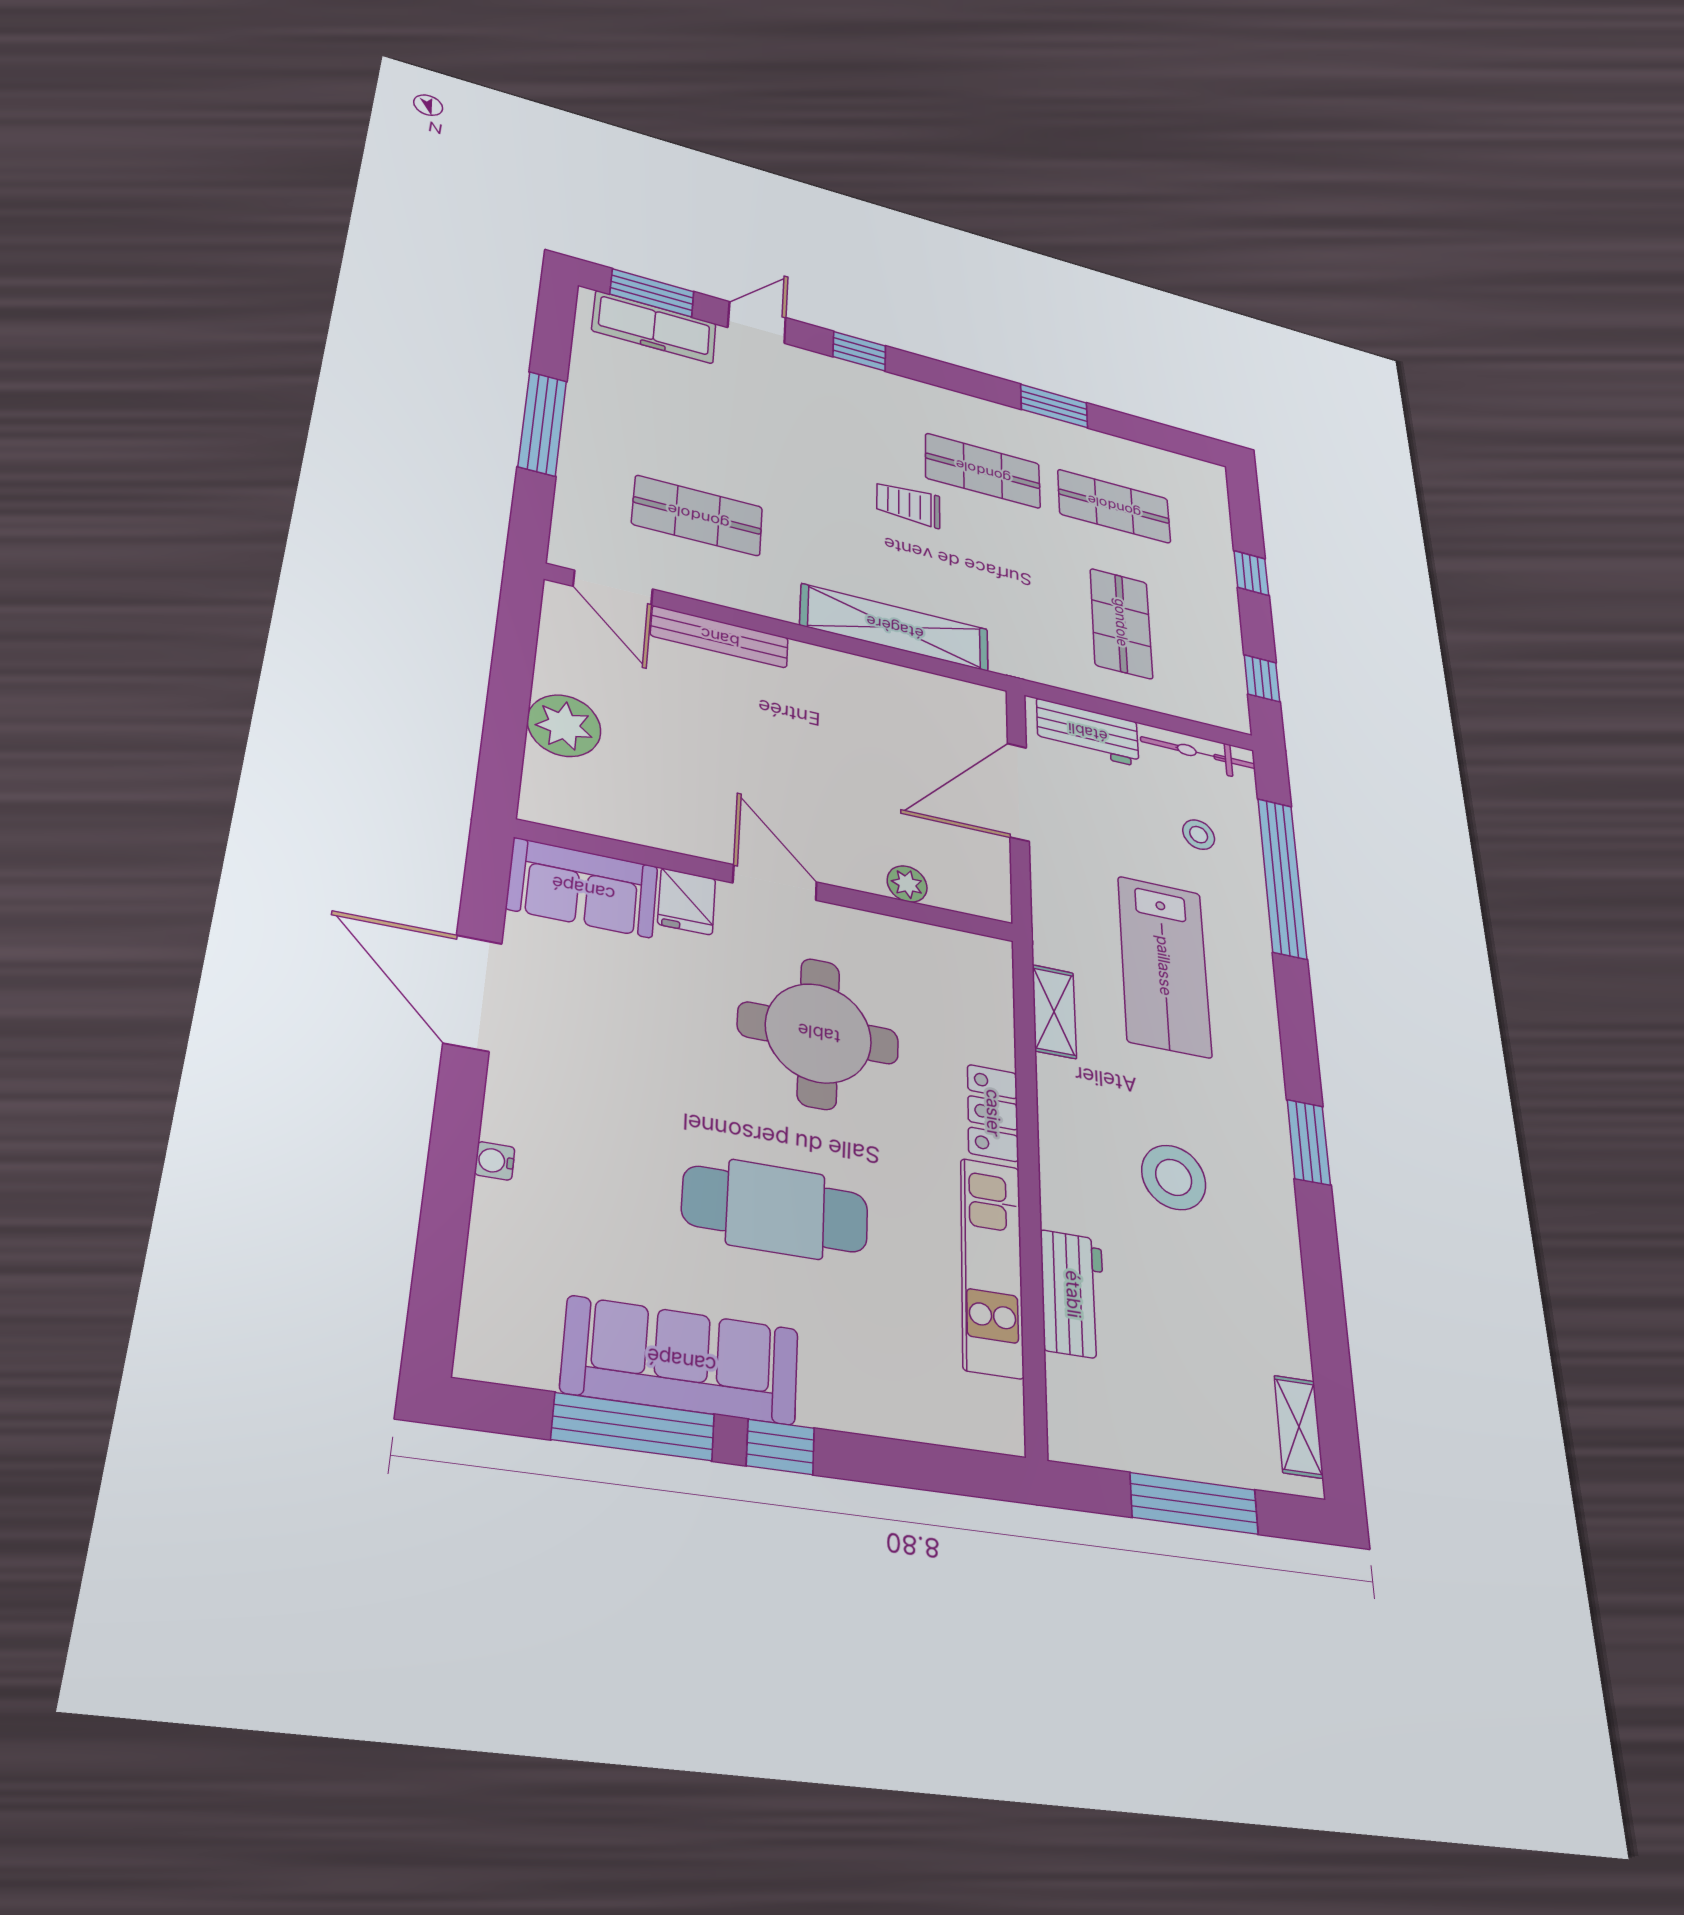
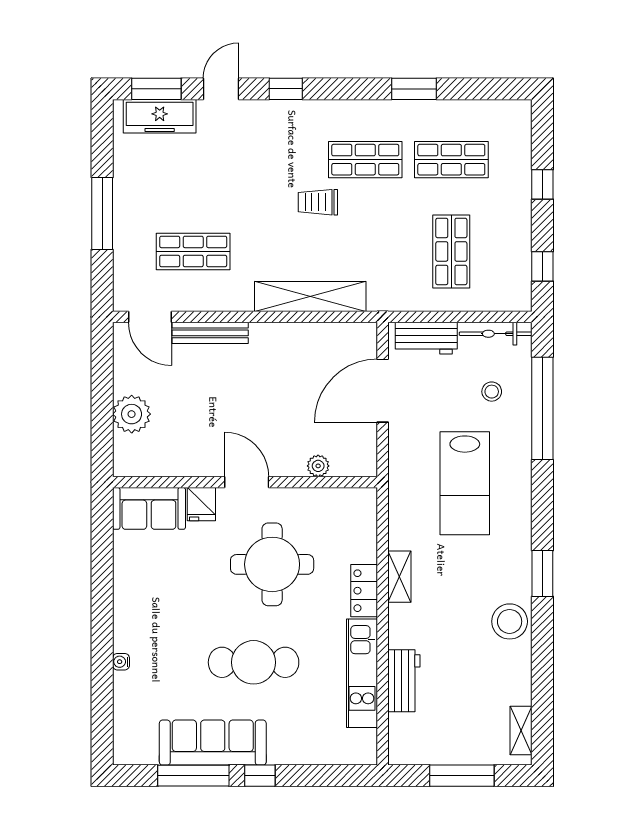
door: (473, 993) -> (102, 578), removed
shelving: (1054, 1011) -> (399, 577), moved
stool: (1174, 1177) -> (510, 621), moved

